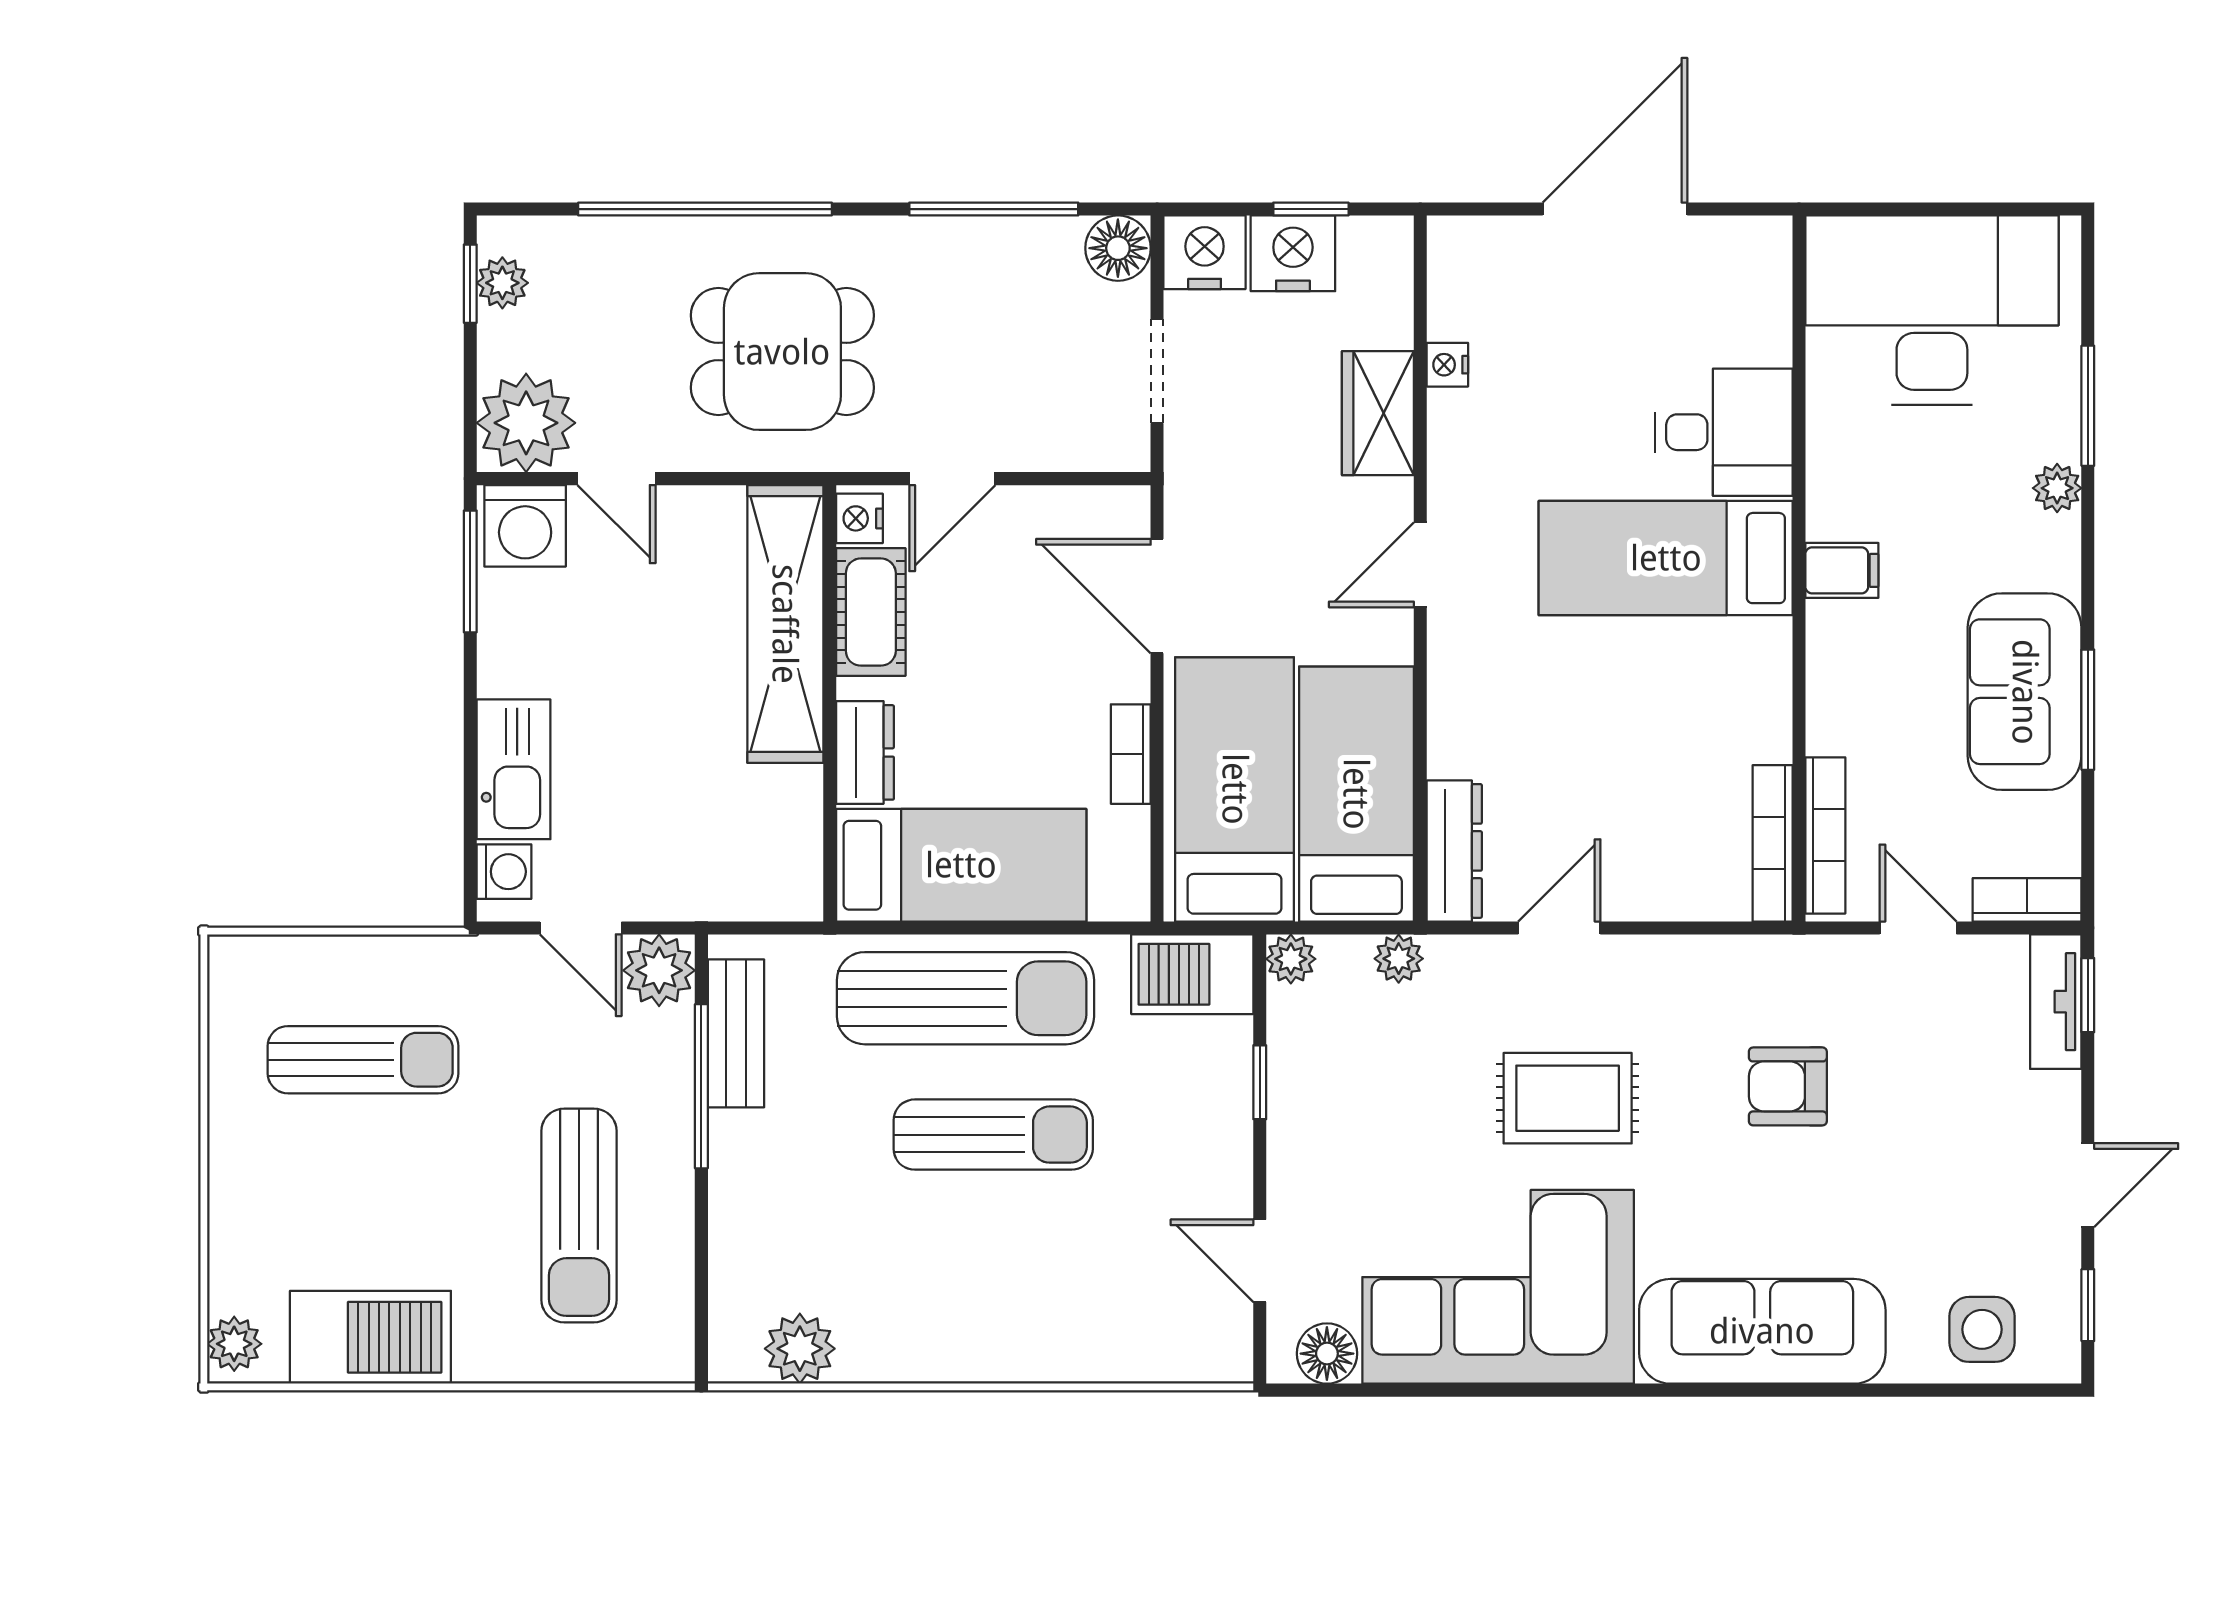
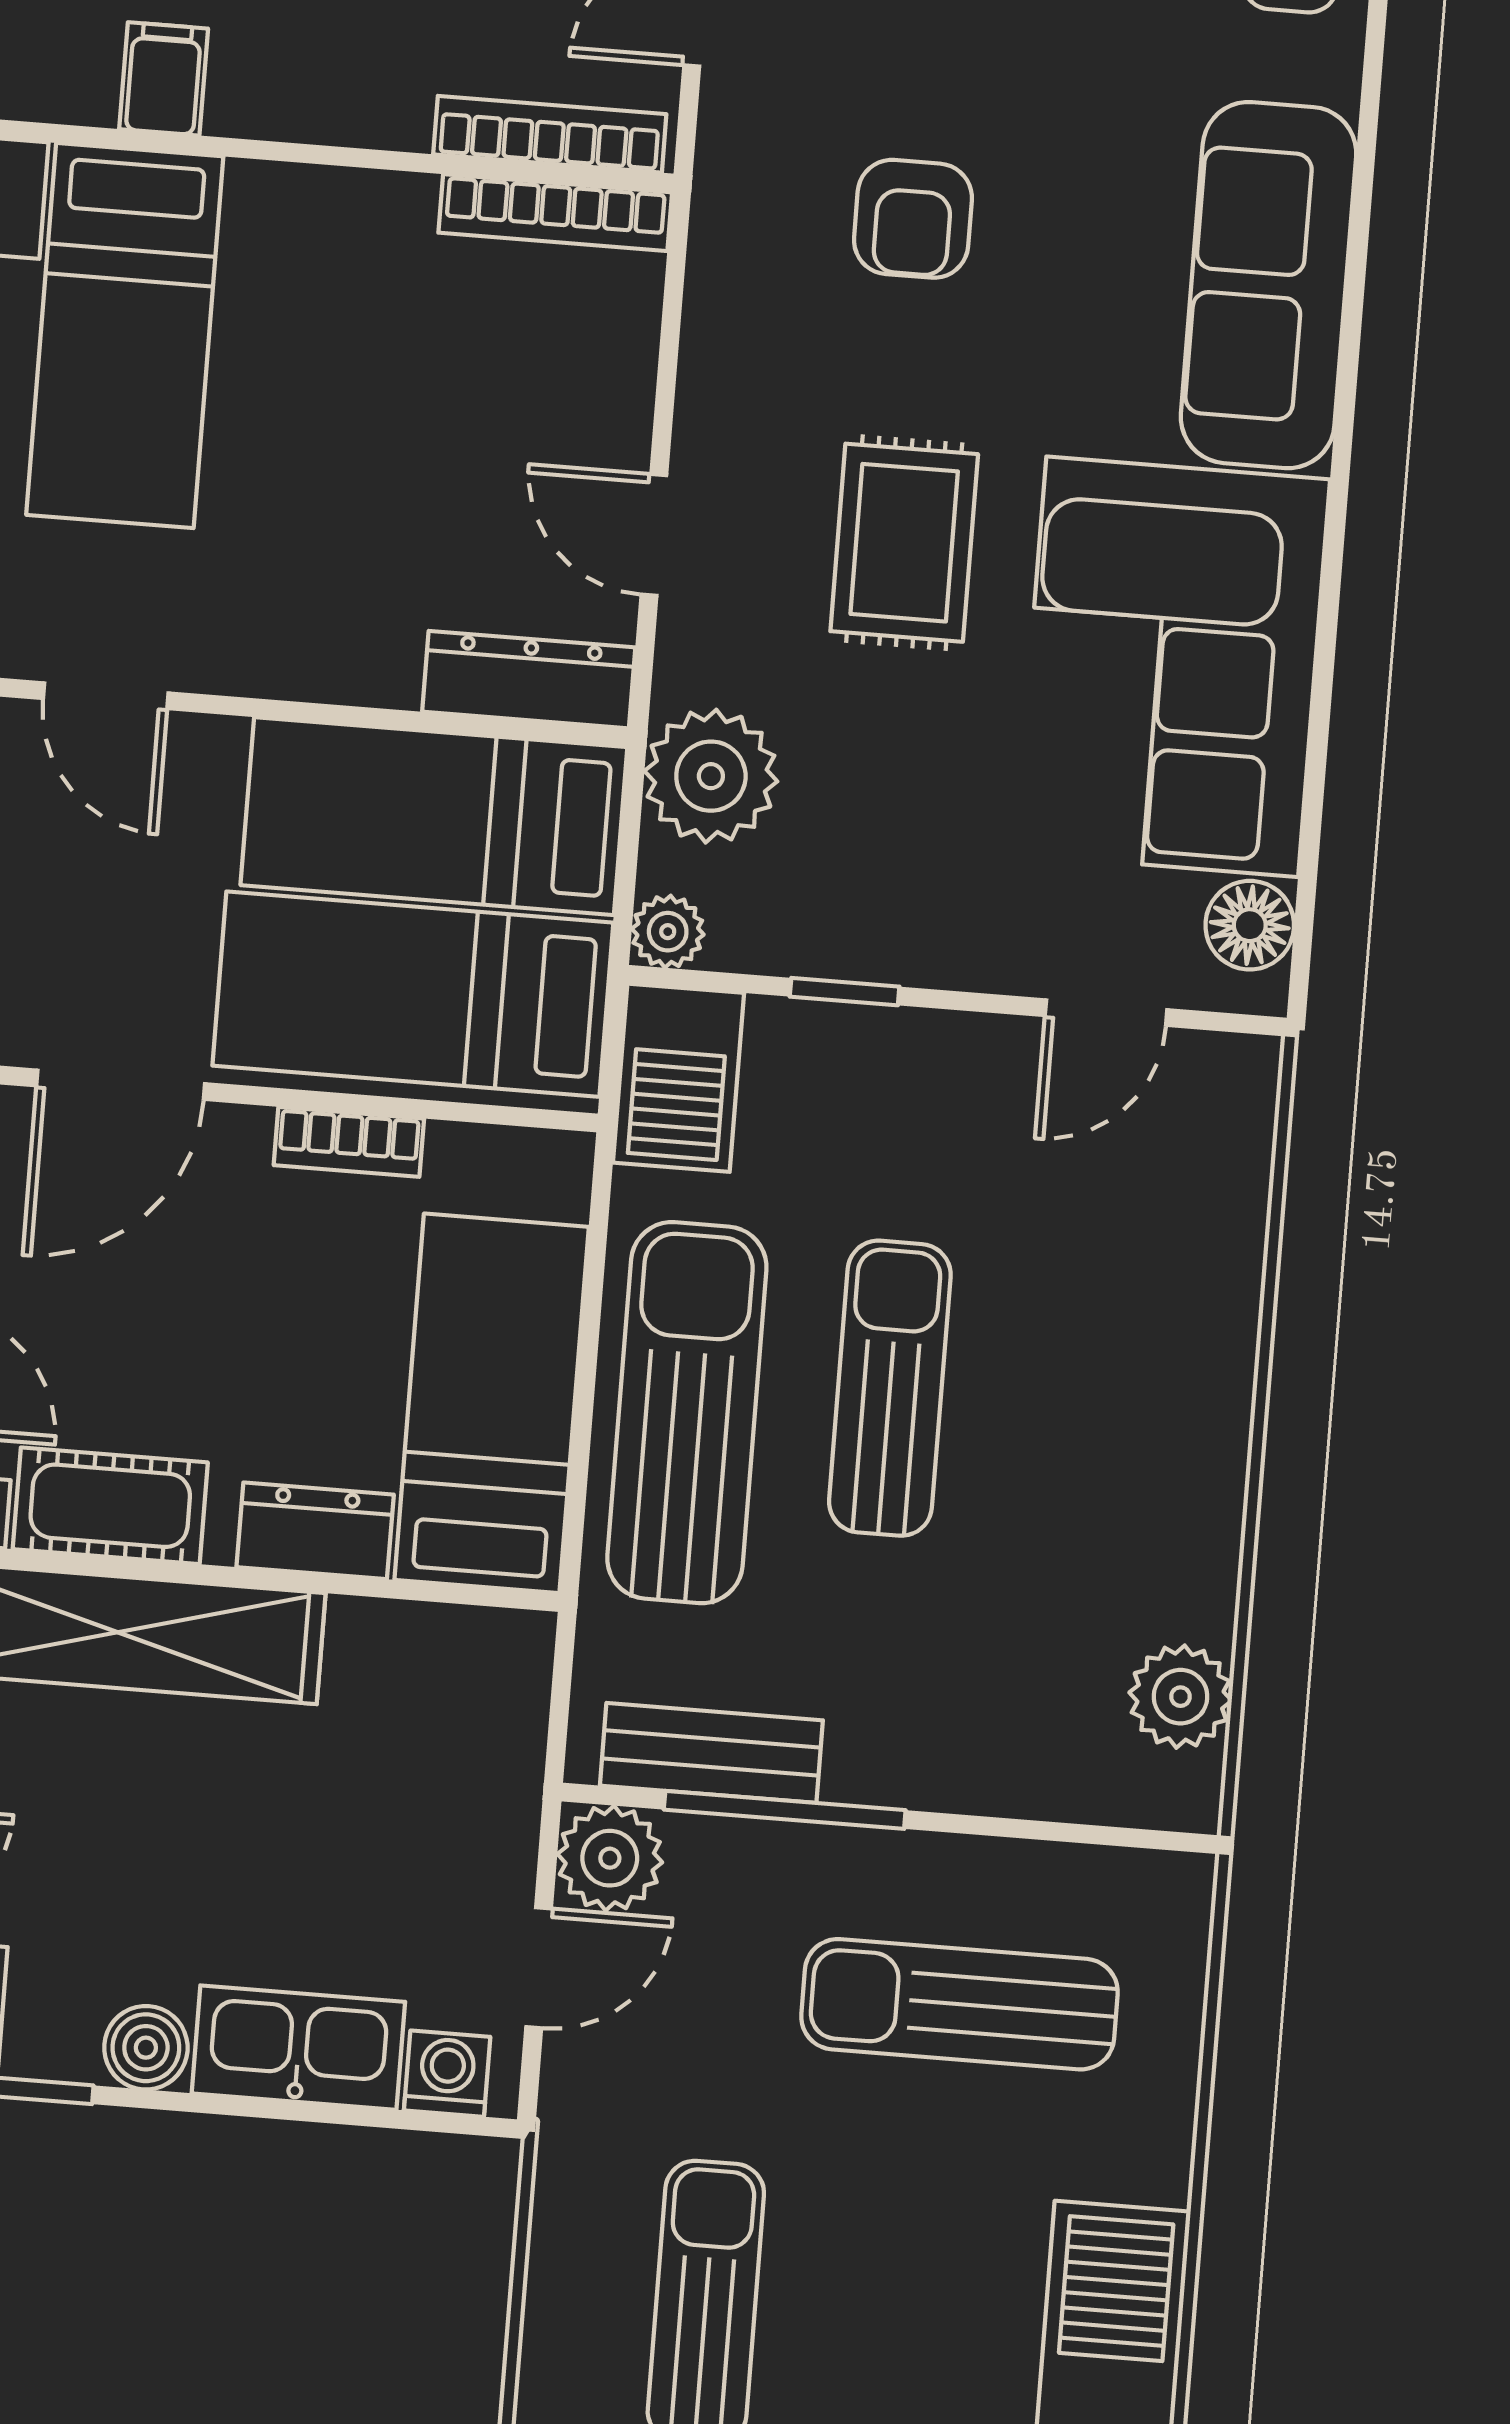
boiler: (505, 666) -> (146, 2048), added
plant: (1399, 959) -> (711, 776), width x1.88, depth x1.88
sun lounger: (579, 1215) -> (959, 2004), turned 180

